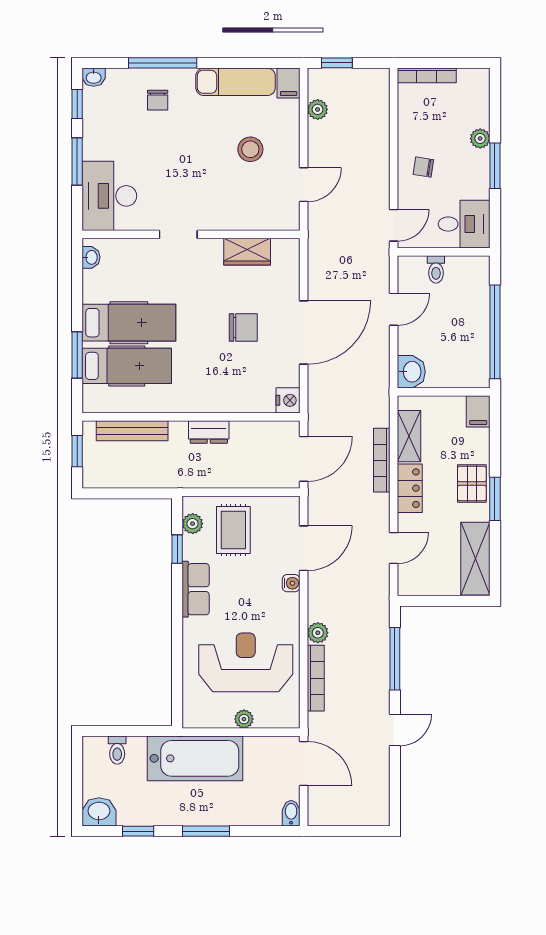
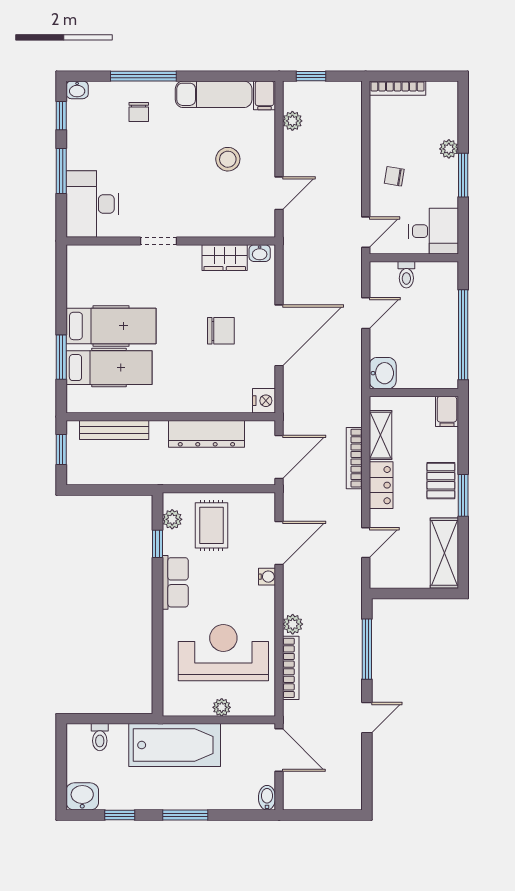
washbasin: (91, 257) -> (260, 253), moved, turned 90
dresser: (209, 432) -> (206, 434), width x1.96, depth x1.24

